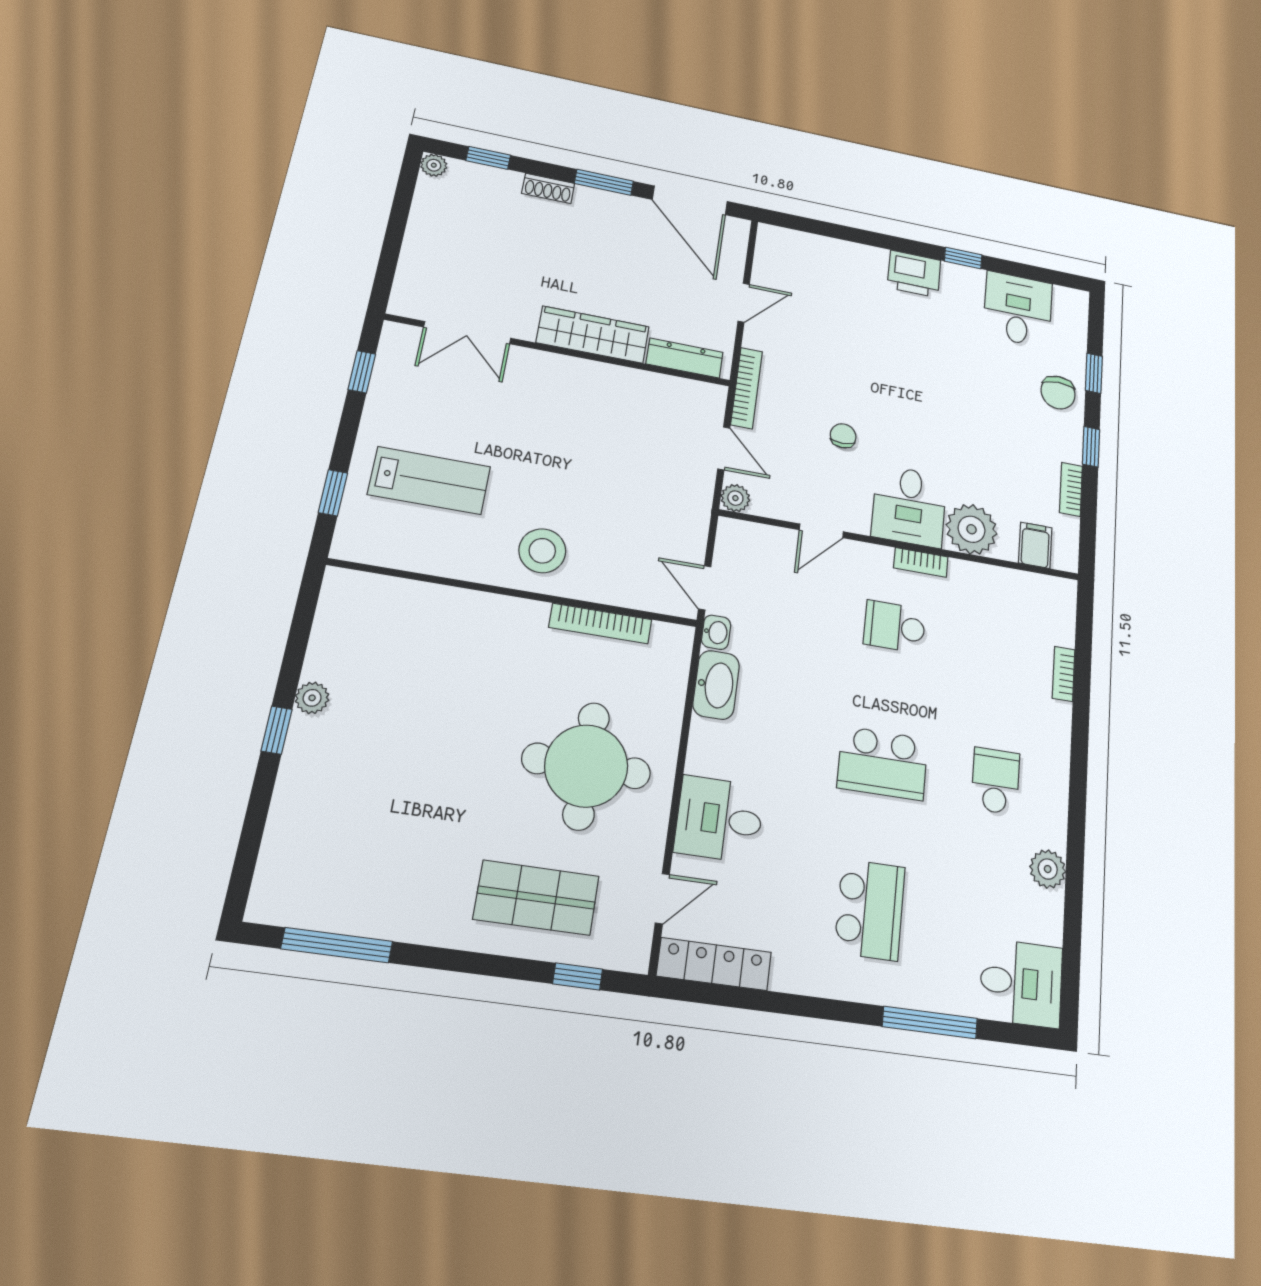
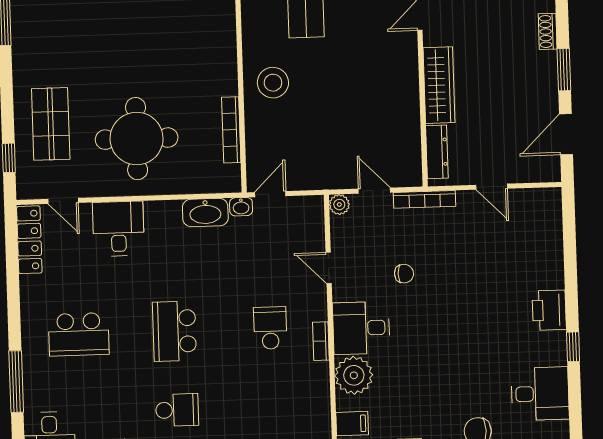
door: (690, 200) -> (566, 134), width x0.73
door: (724, 448) -> (374, 191), swing flipped

